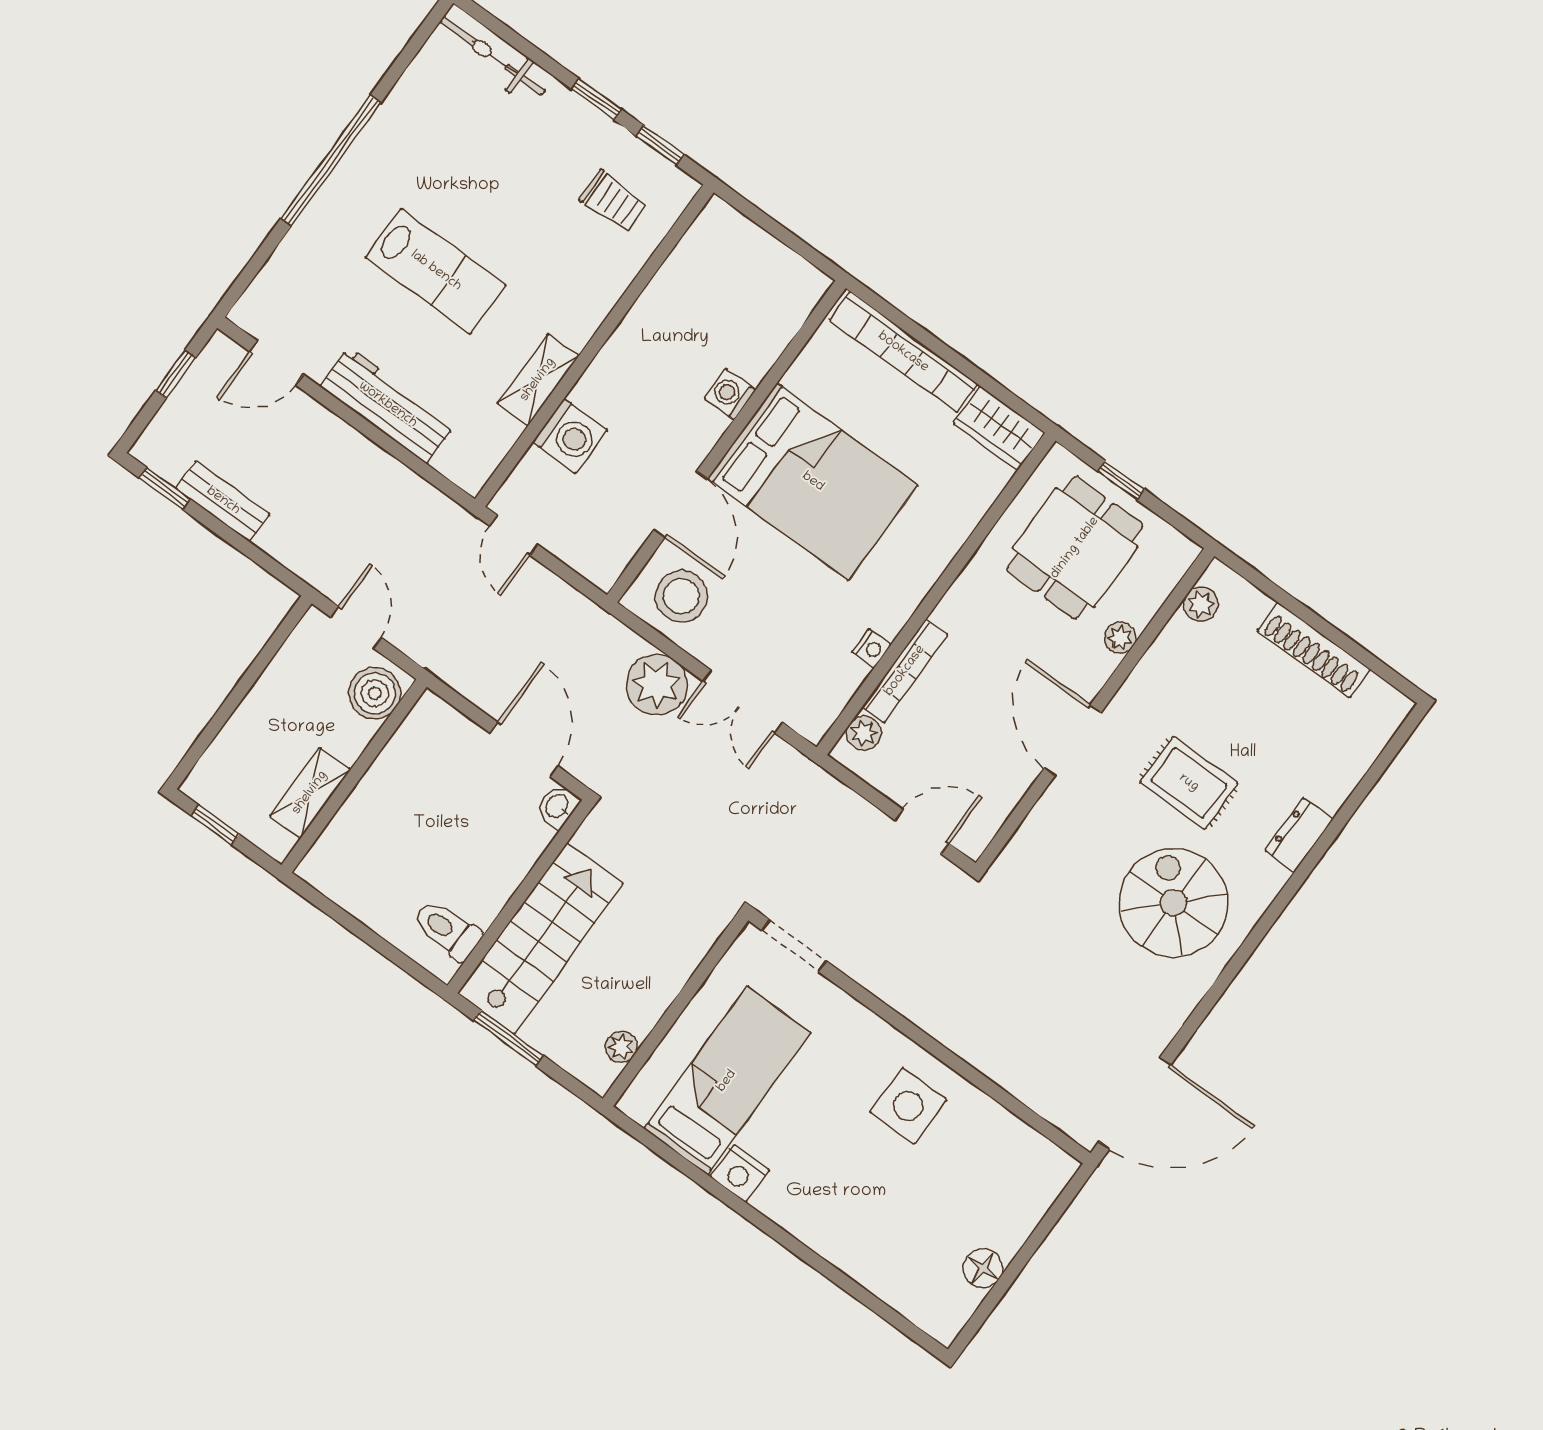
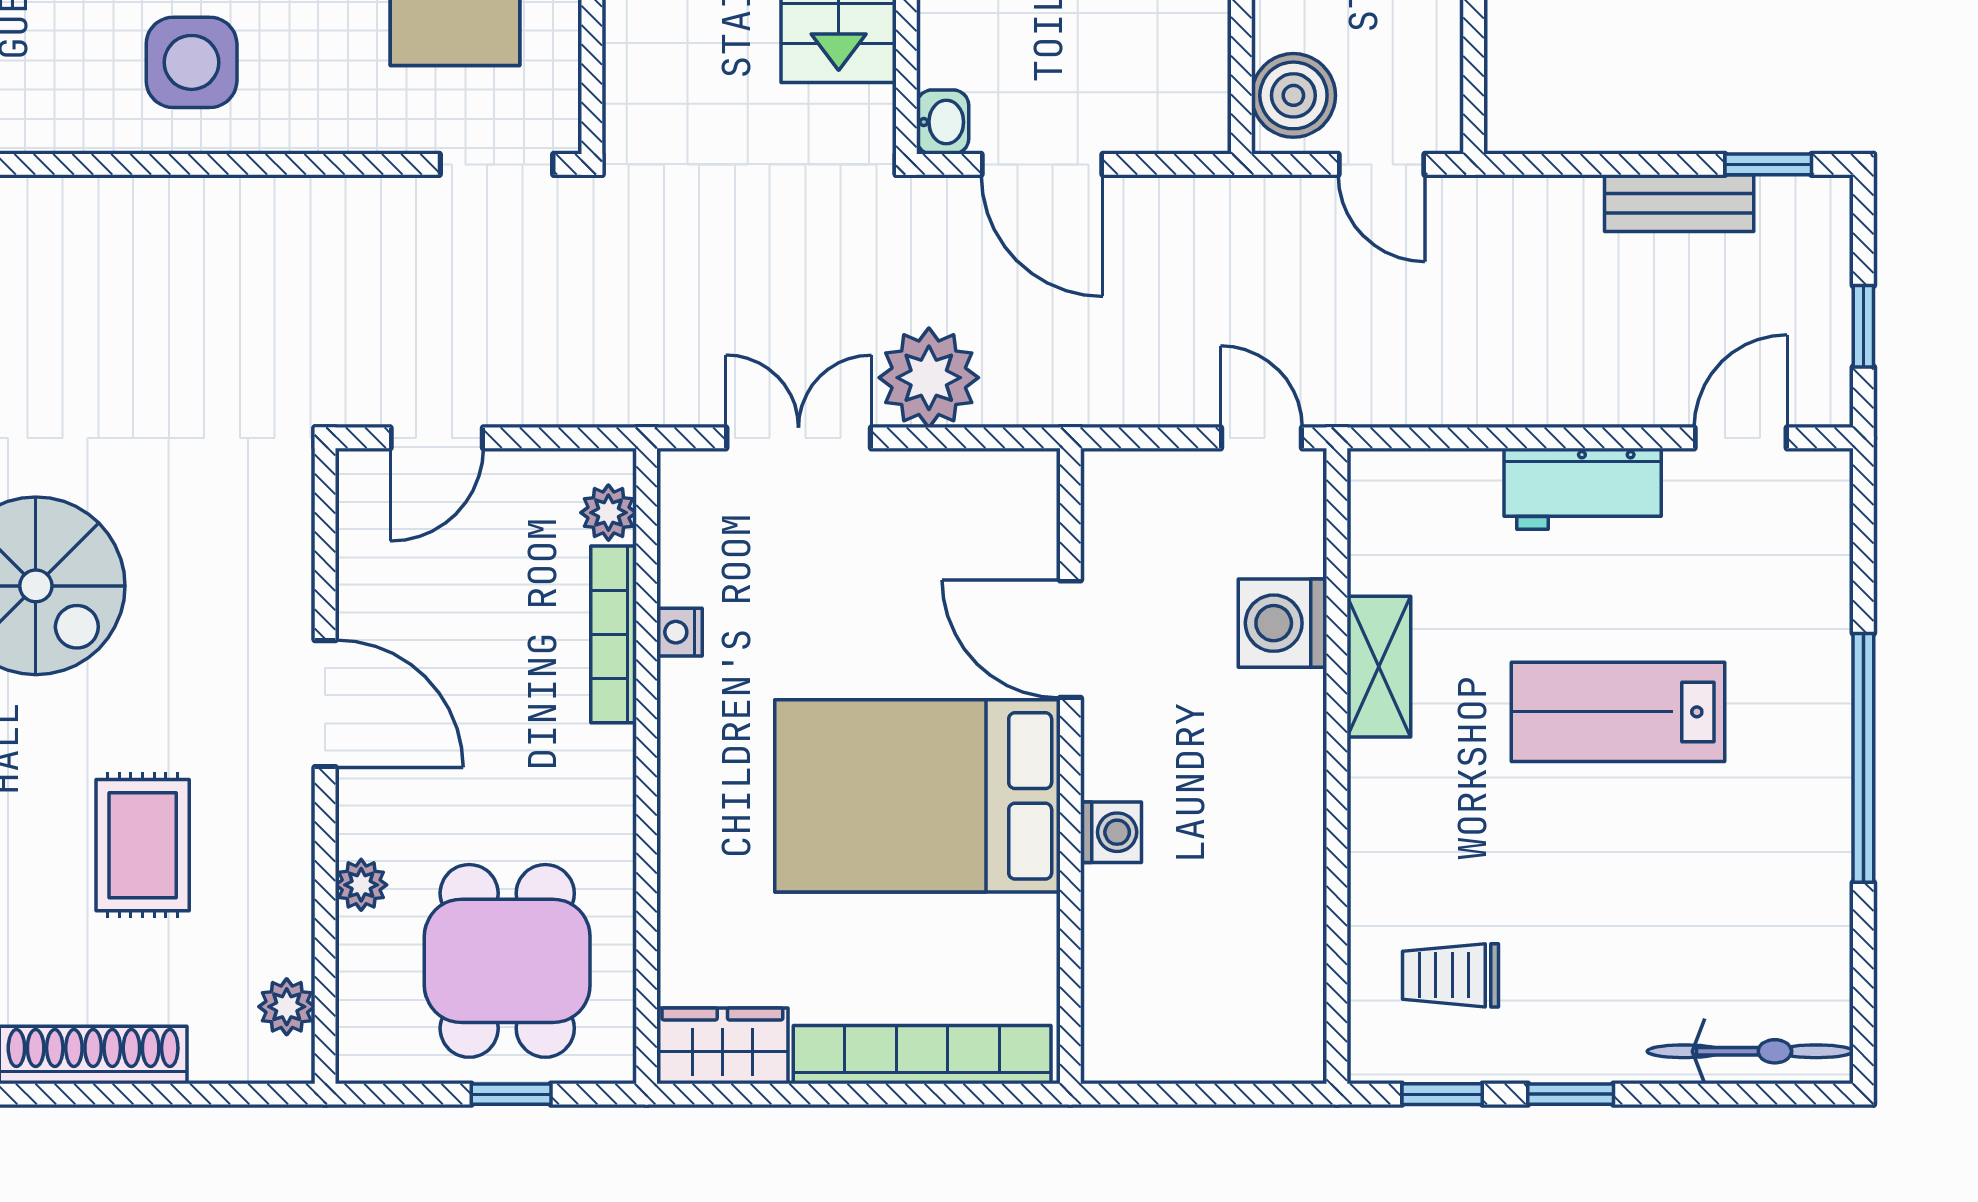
workbench: (388, 405) -> (1583, 489), width x0.73
stool: (681, 596) -> (981, 518), removed
rug: (1189, 783) -> (143, 845), moved, turned 90

